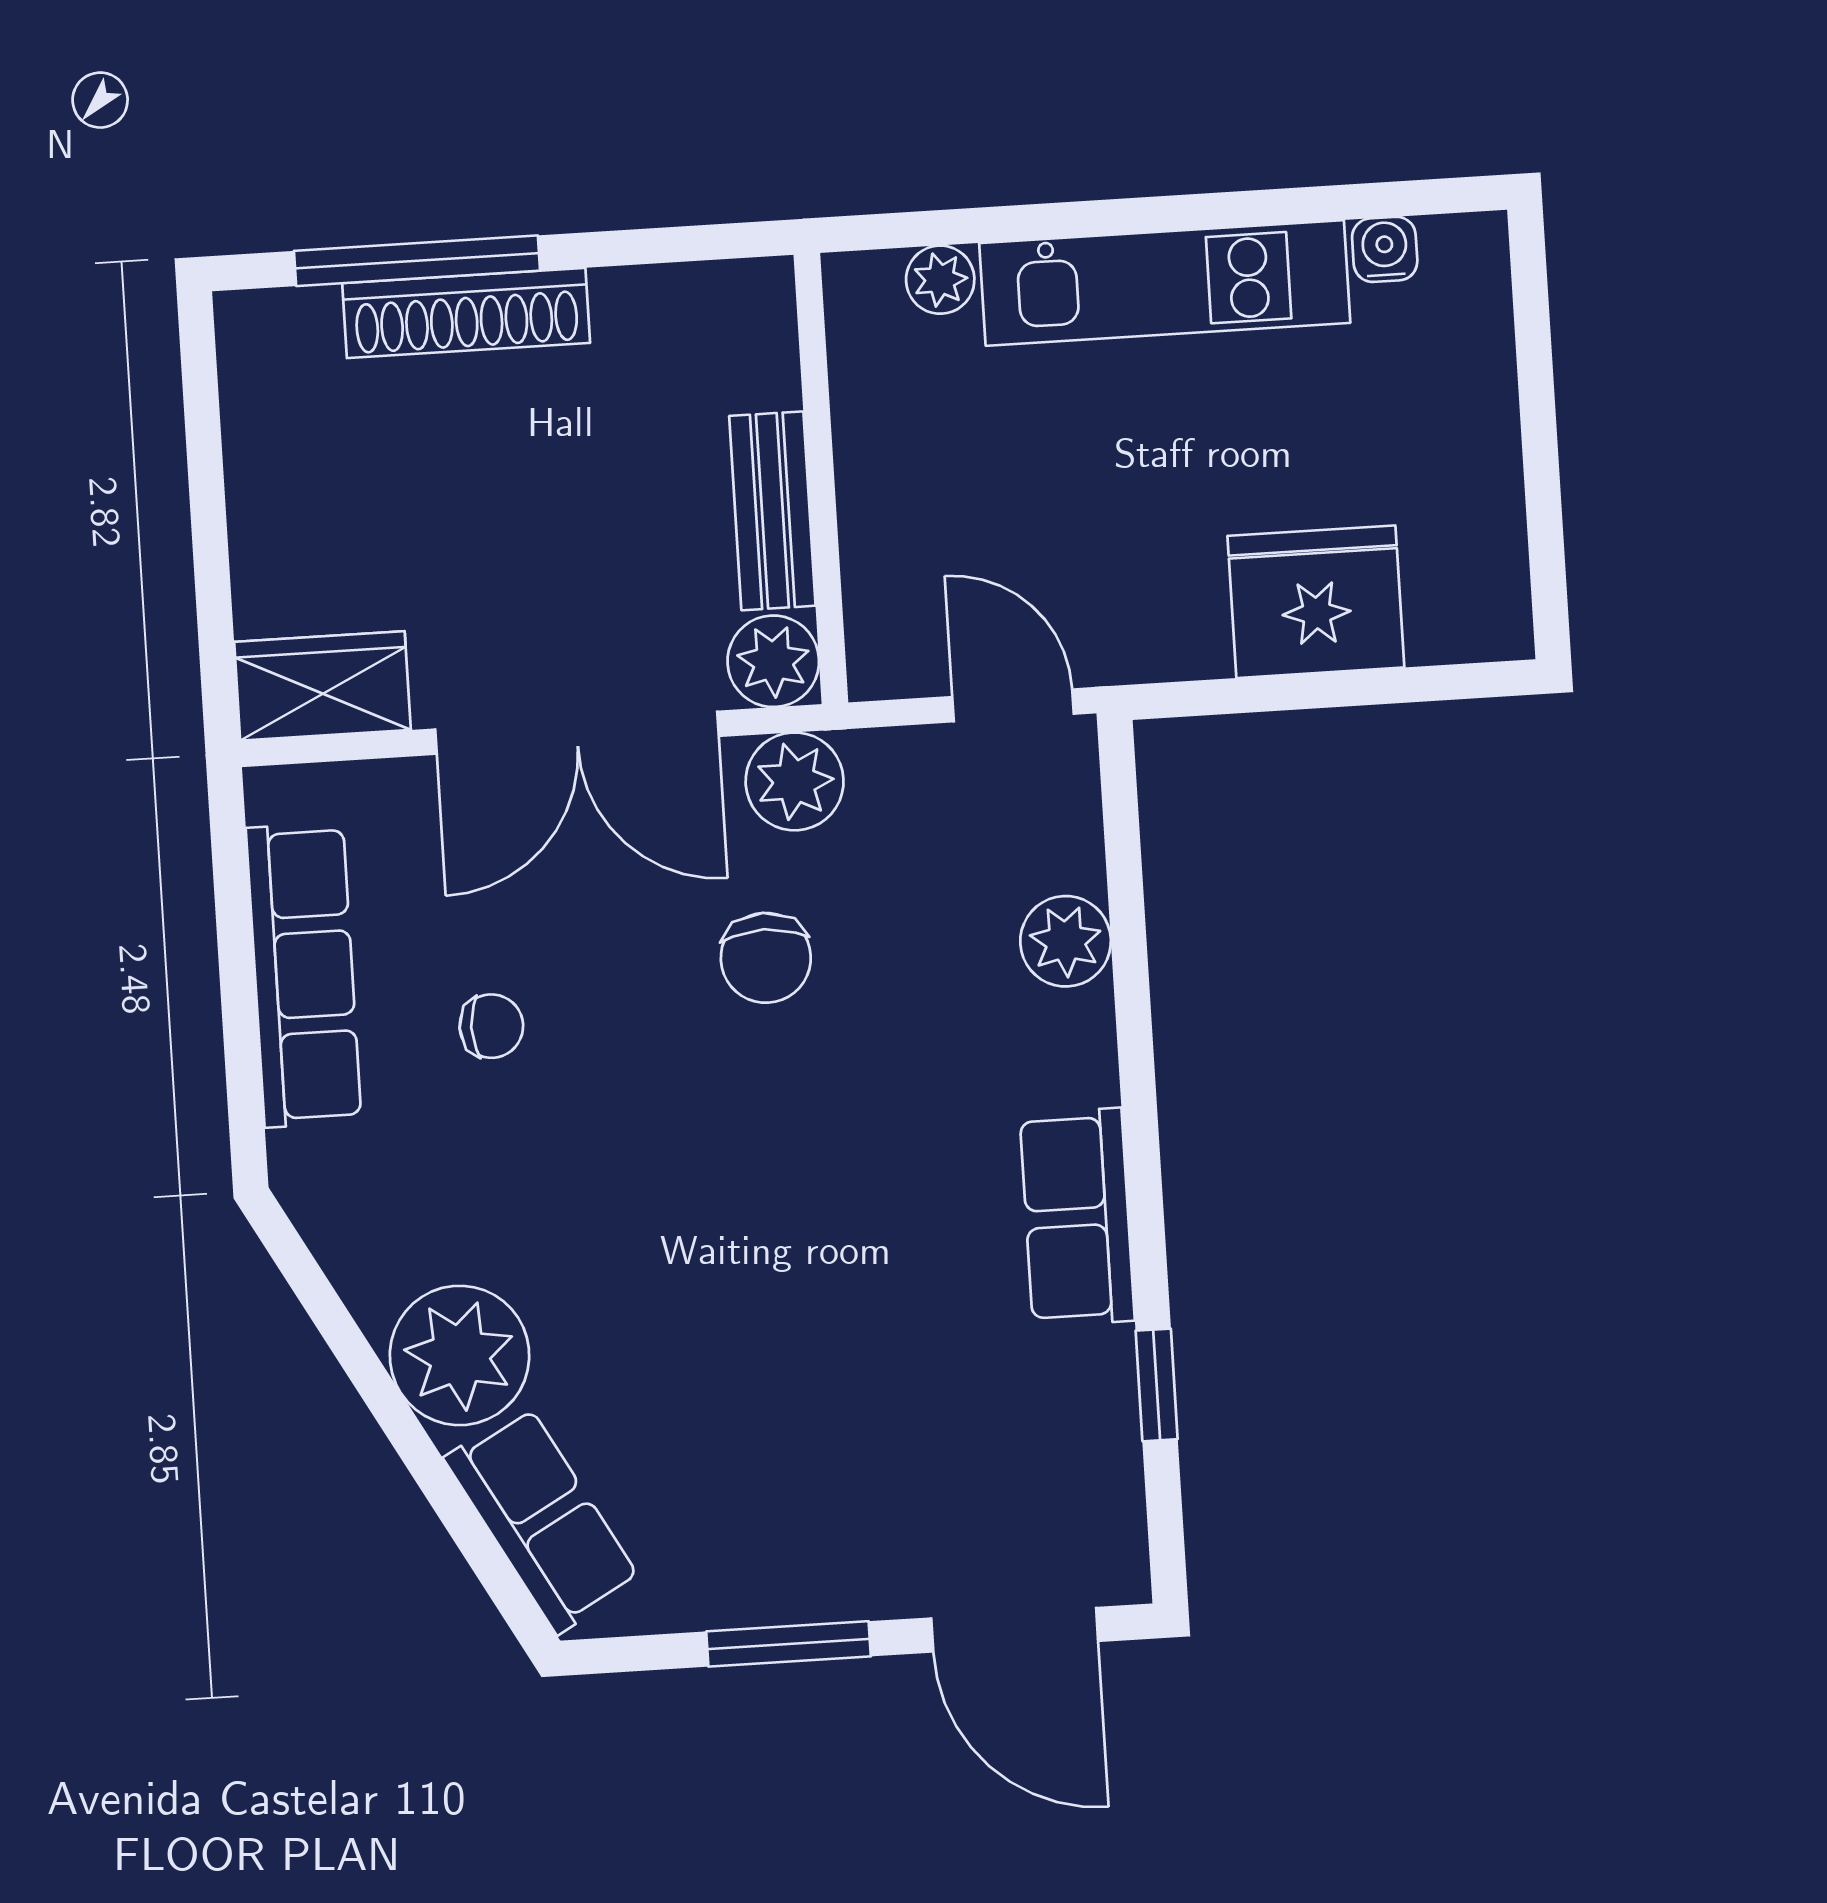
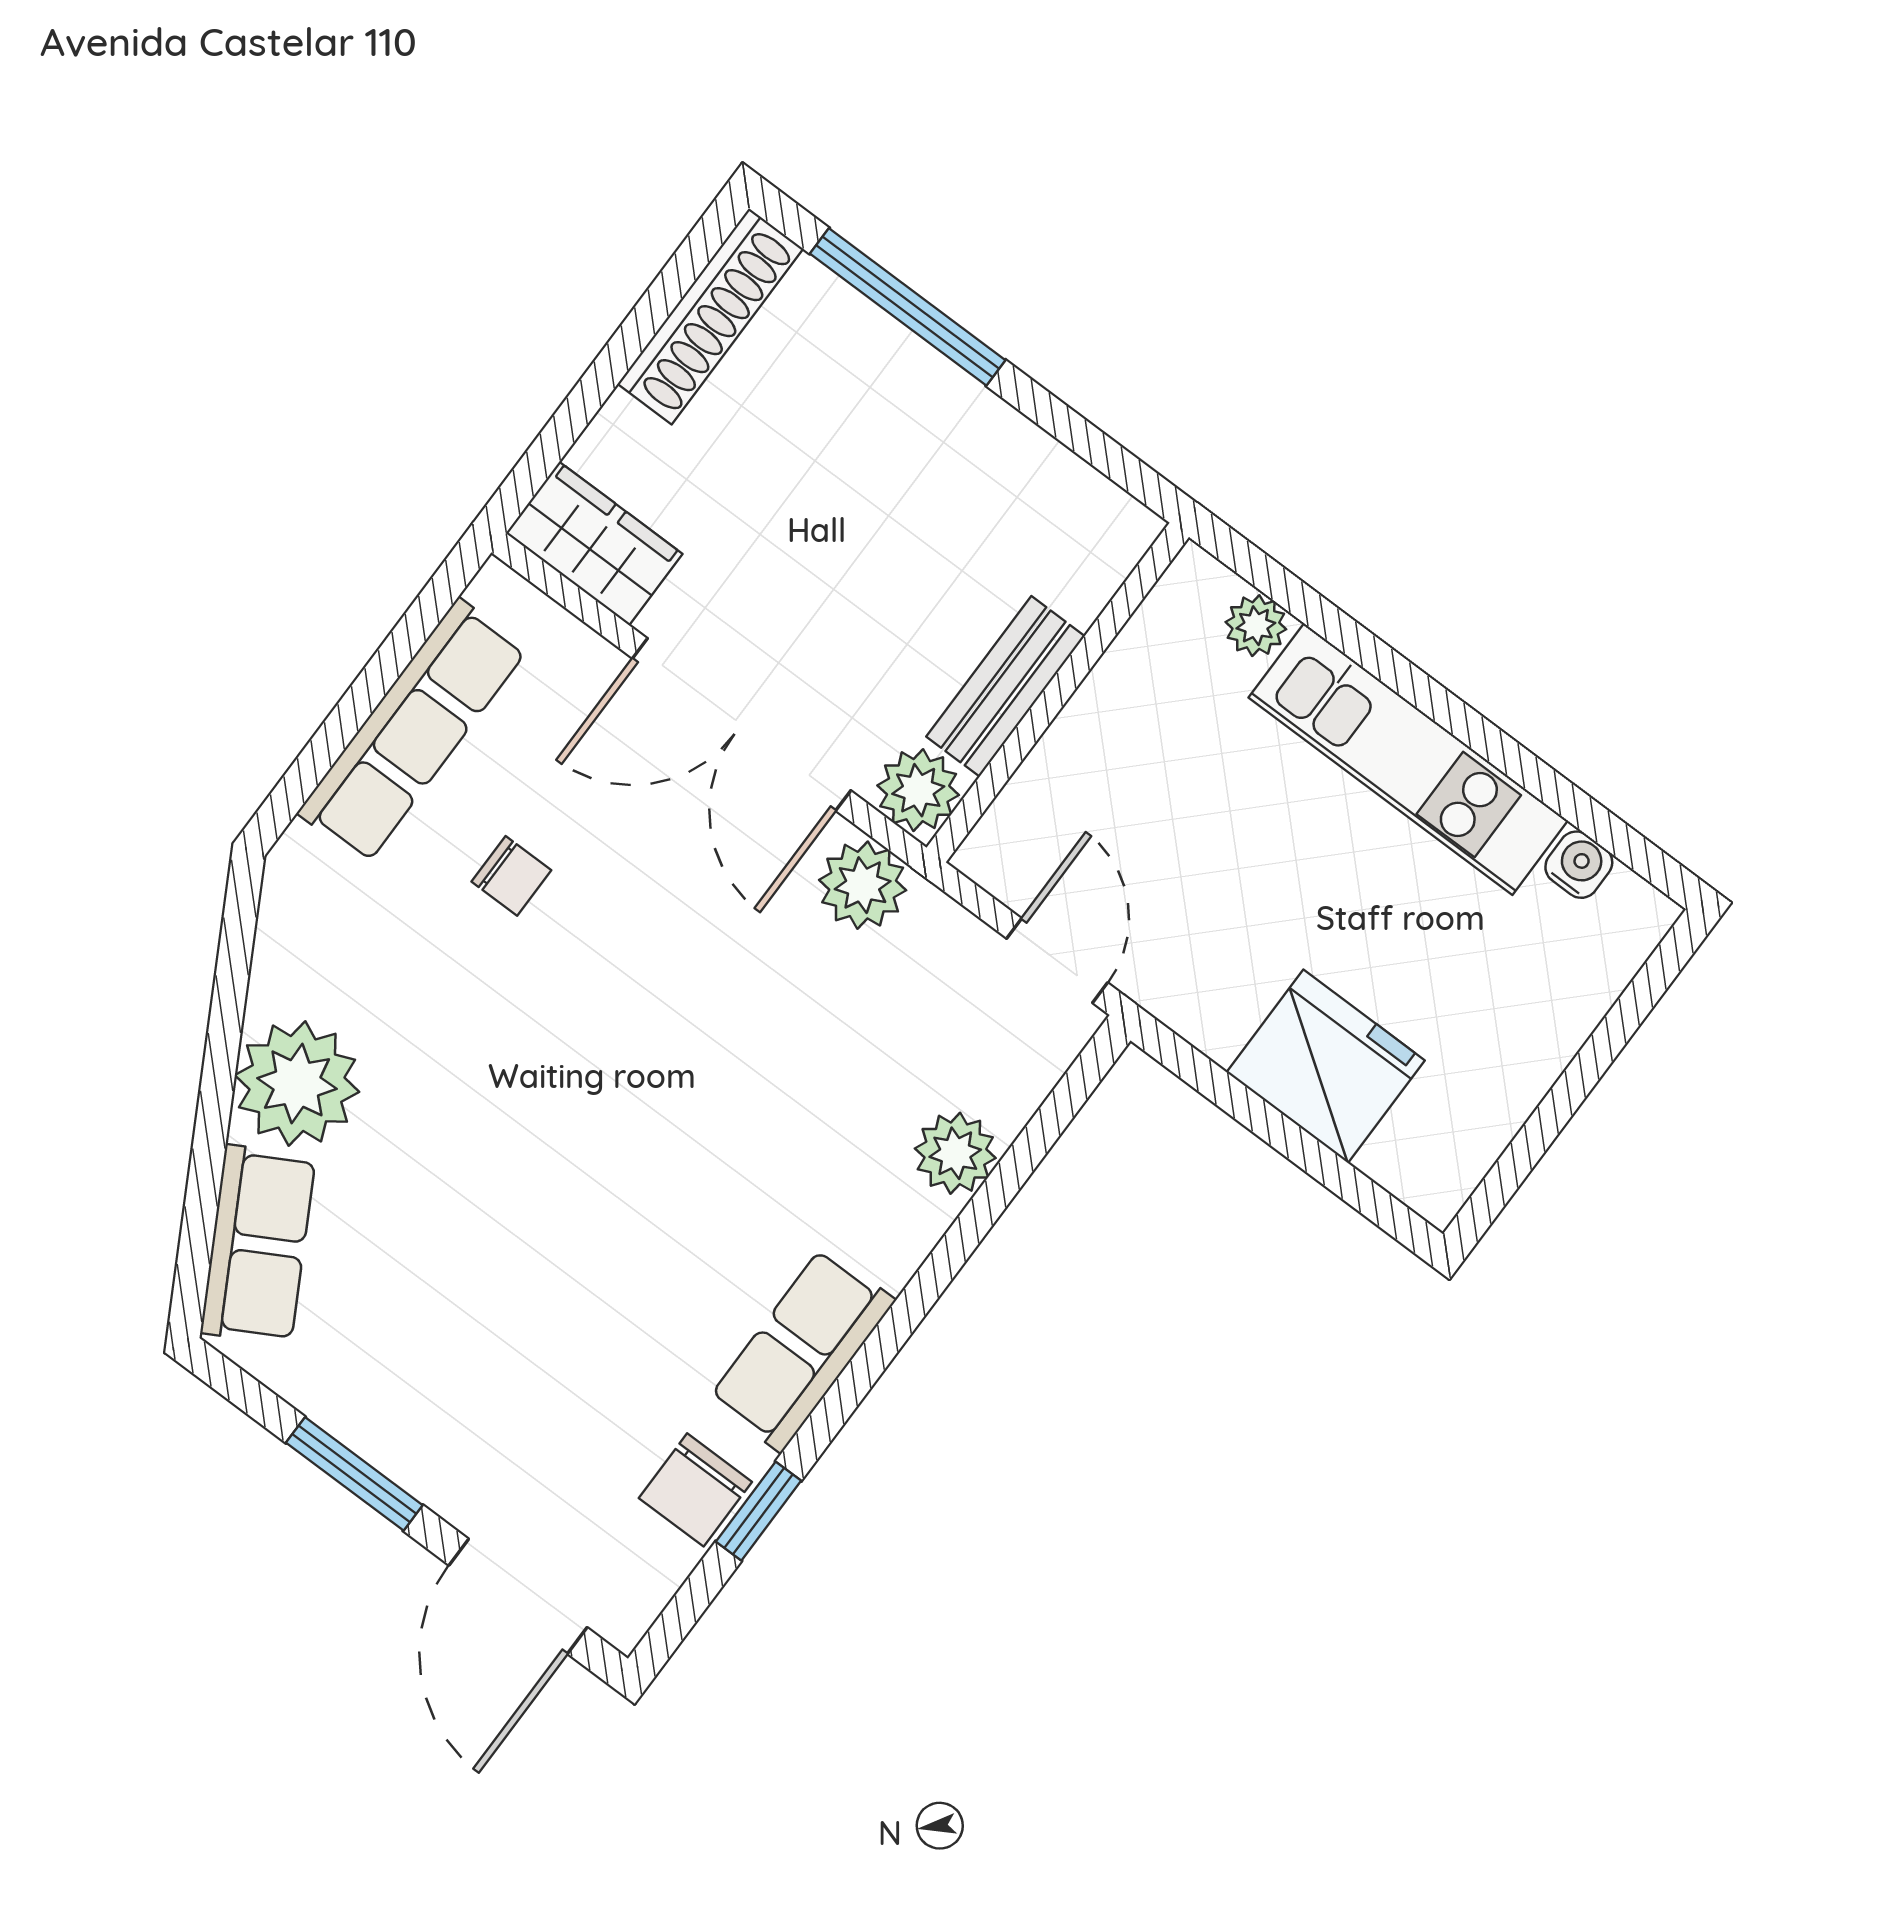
shoe rack: (466, 313) -> (710, 316), moved, turned -90
chair: (766, 958) -> (695, 1490), moved

